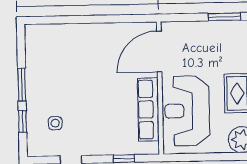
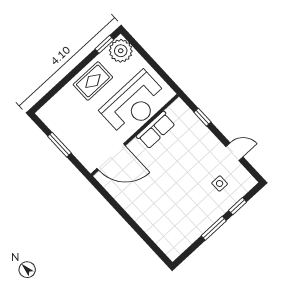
window: (224, 17) -> (59, 145), moved
row of seats: (148, 109) -> (156, 130), width x0.68

